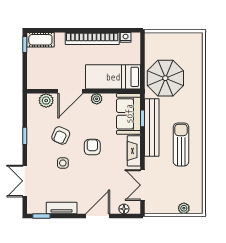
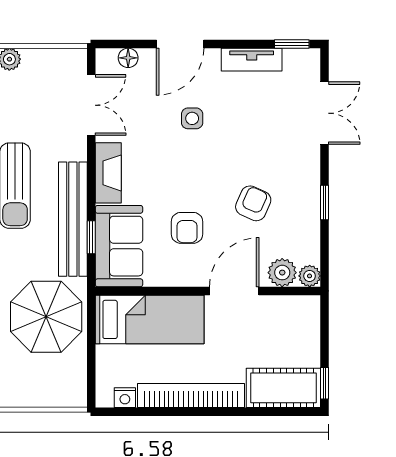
cot: (40, 40) -> (283, 388), width x1.37, depth x1.34
plant: (97, 99) -> (310, 276), moved
armchair: (92, 147) -> (187, 228), moved
side table: (63, 163) -> (192, 118), moved

